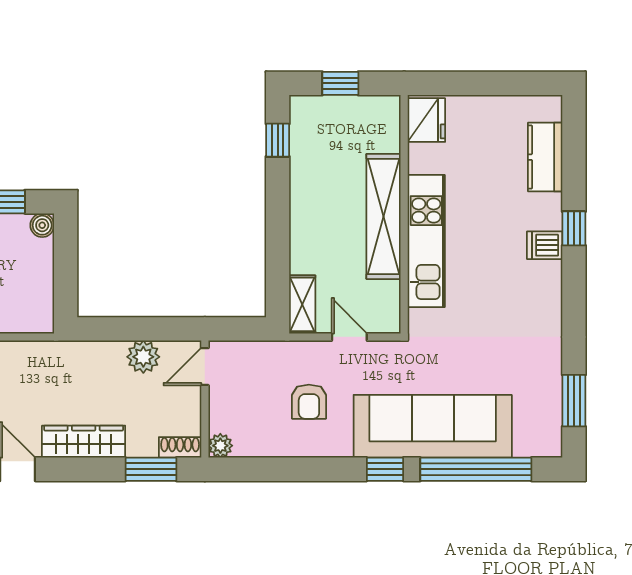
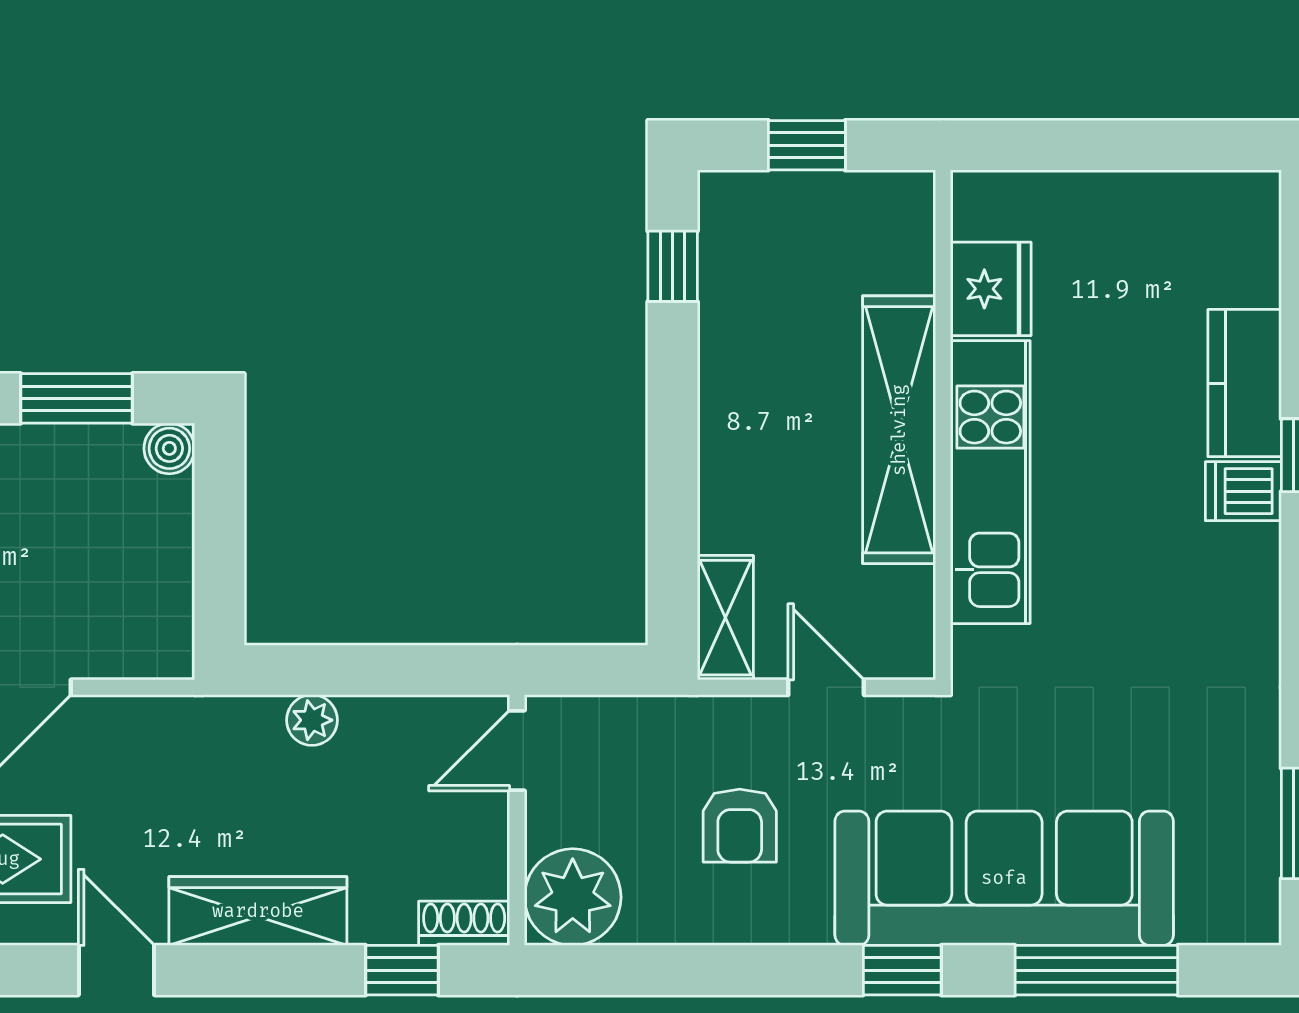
fridge: (426, 120) -> (991, 289), moved
kitchen counter: (545, 157) -> (1245, 383), moved
plant: (143, 357) -> (312, 720), moved, width x0.73, depth x0.73
plant: (220, 446) -> (573, 897), width x1.88, depth x1.88
window: (151, 469) -> (402, 970), width x0.67
window: (476, 469) -> (1096, 970), width x0.68

